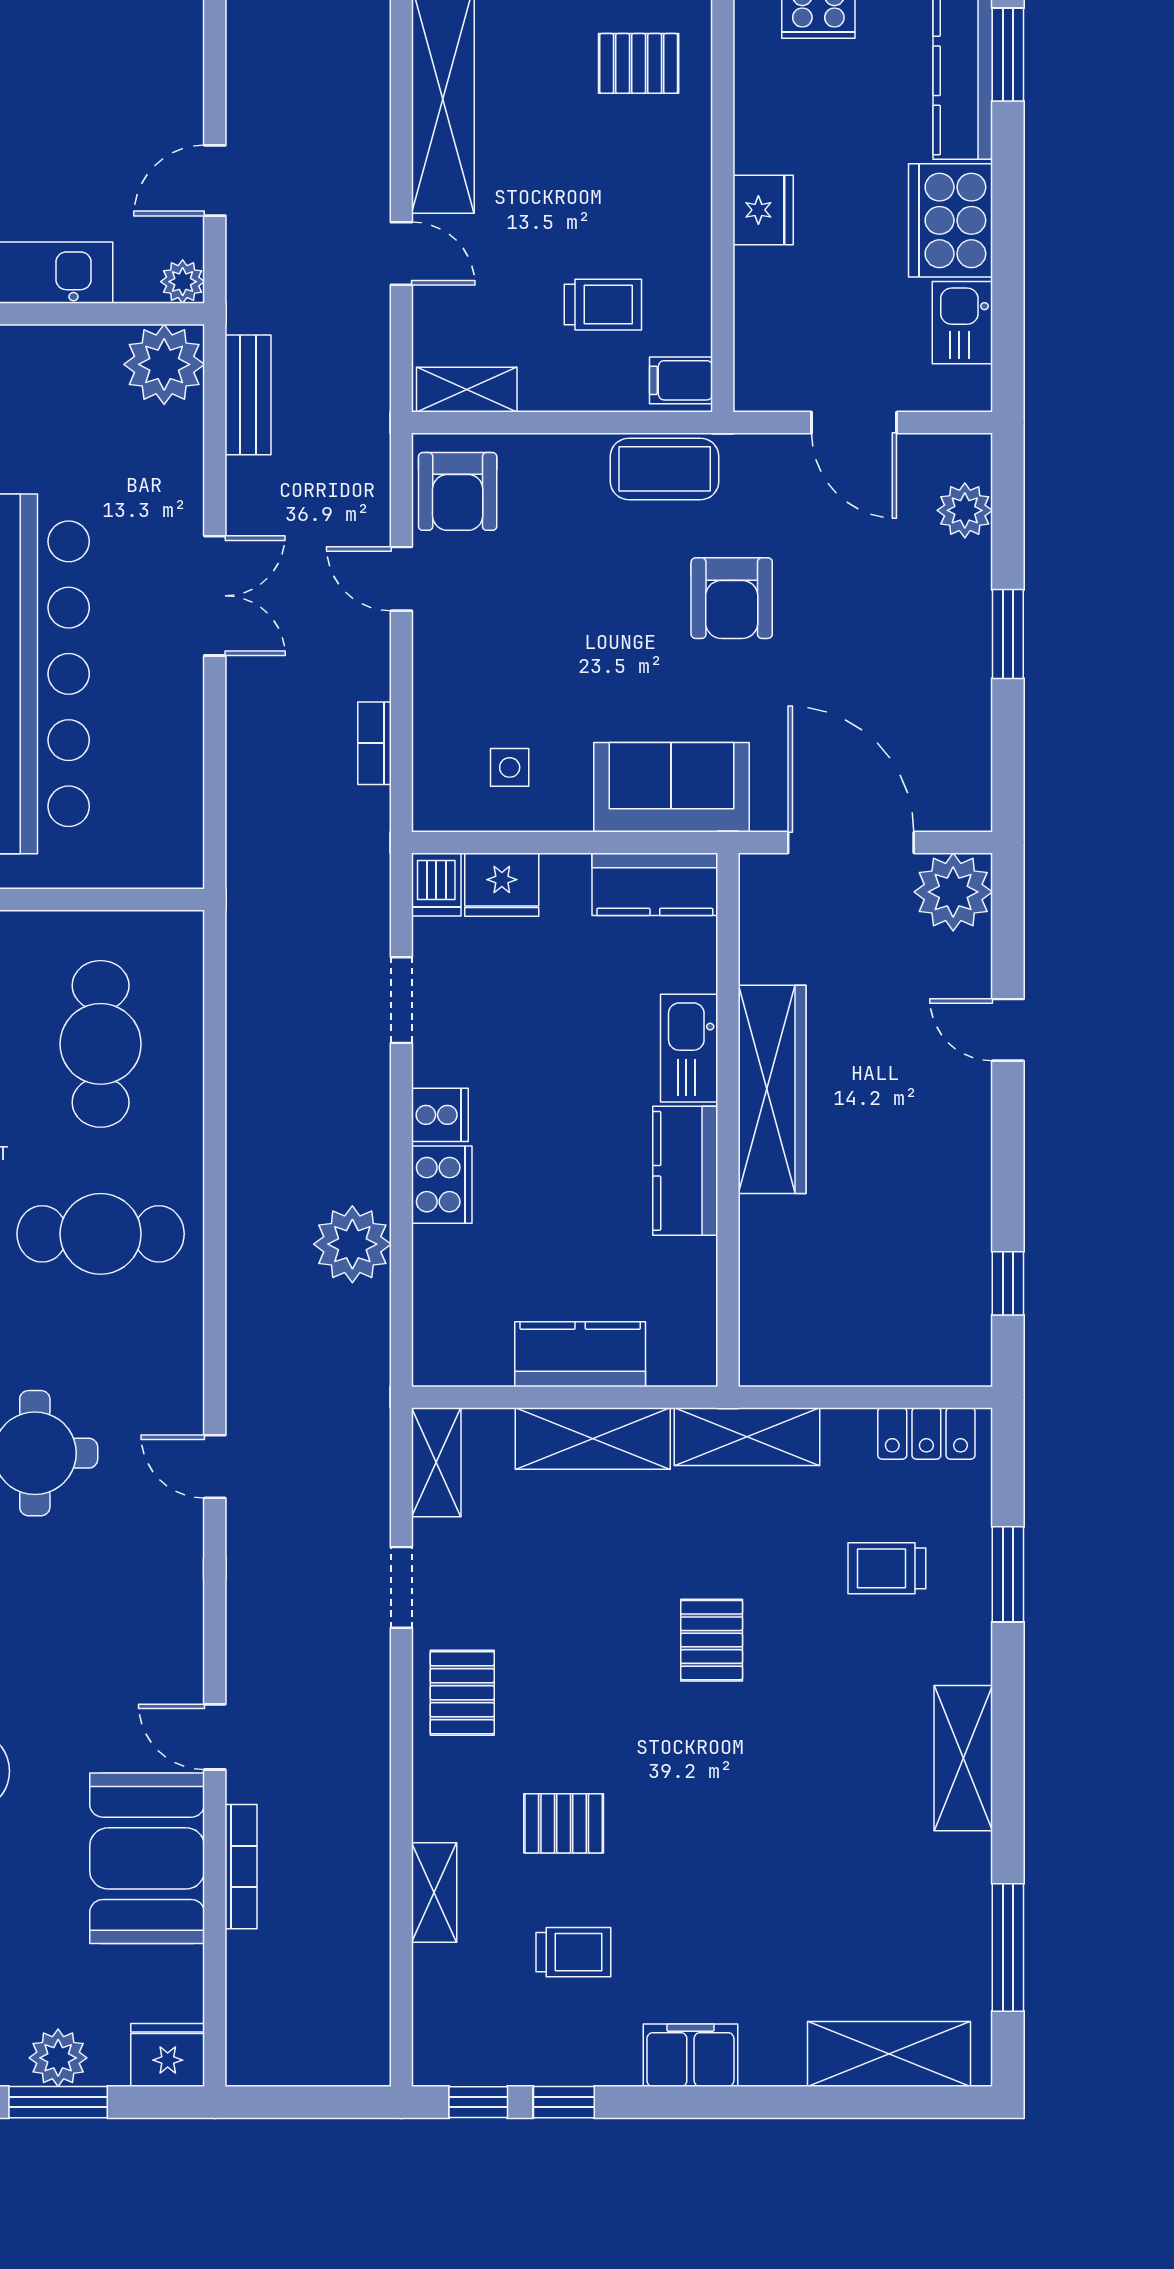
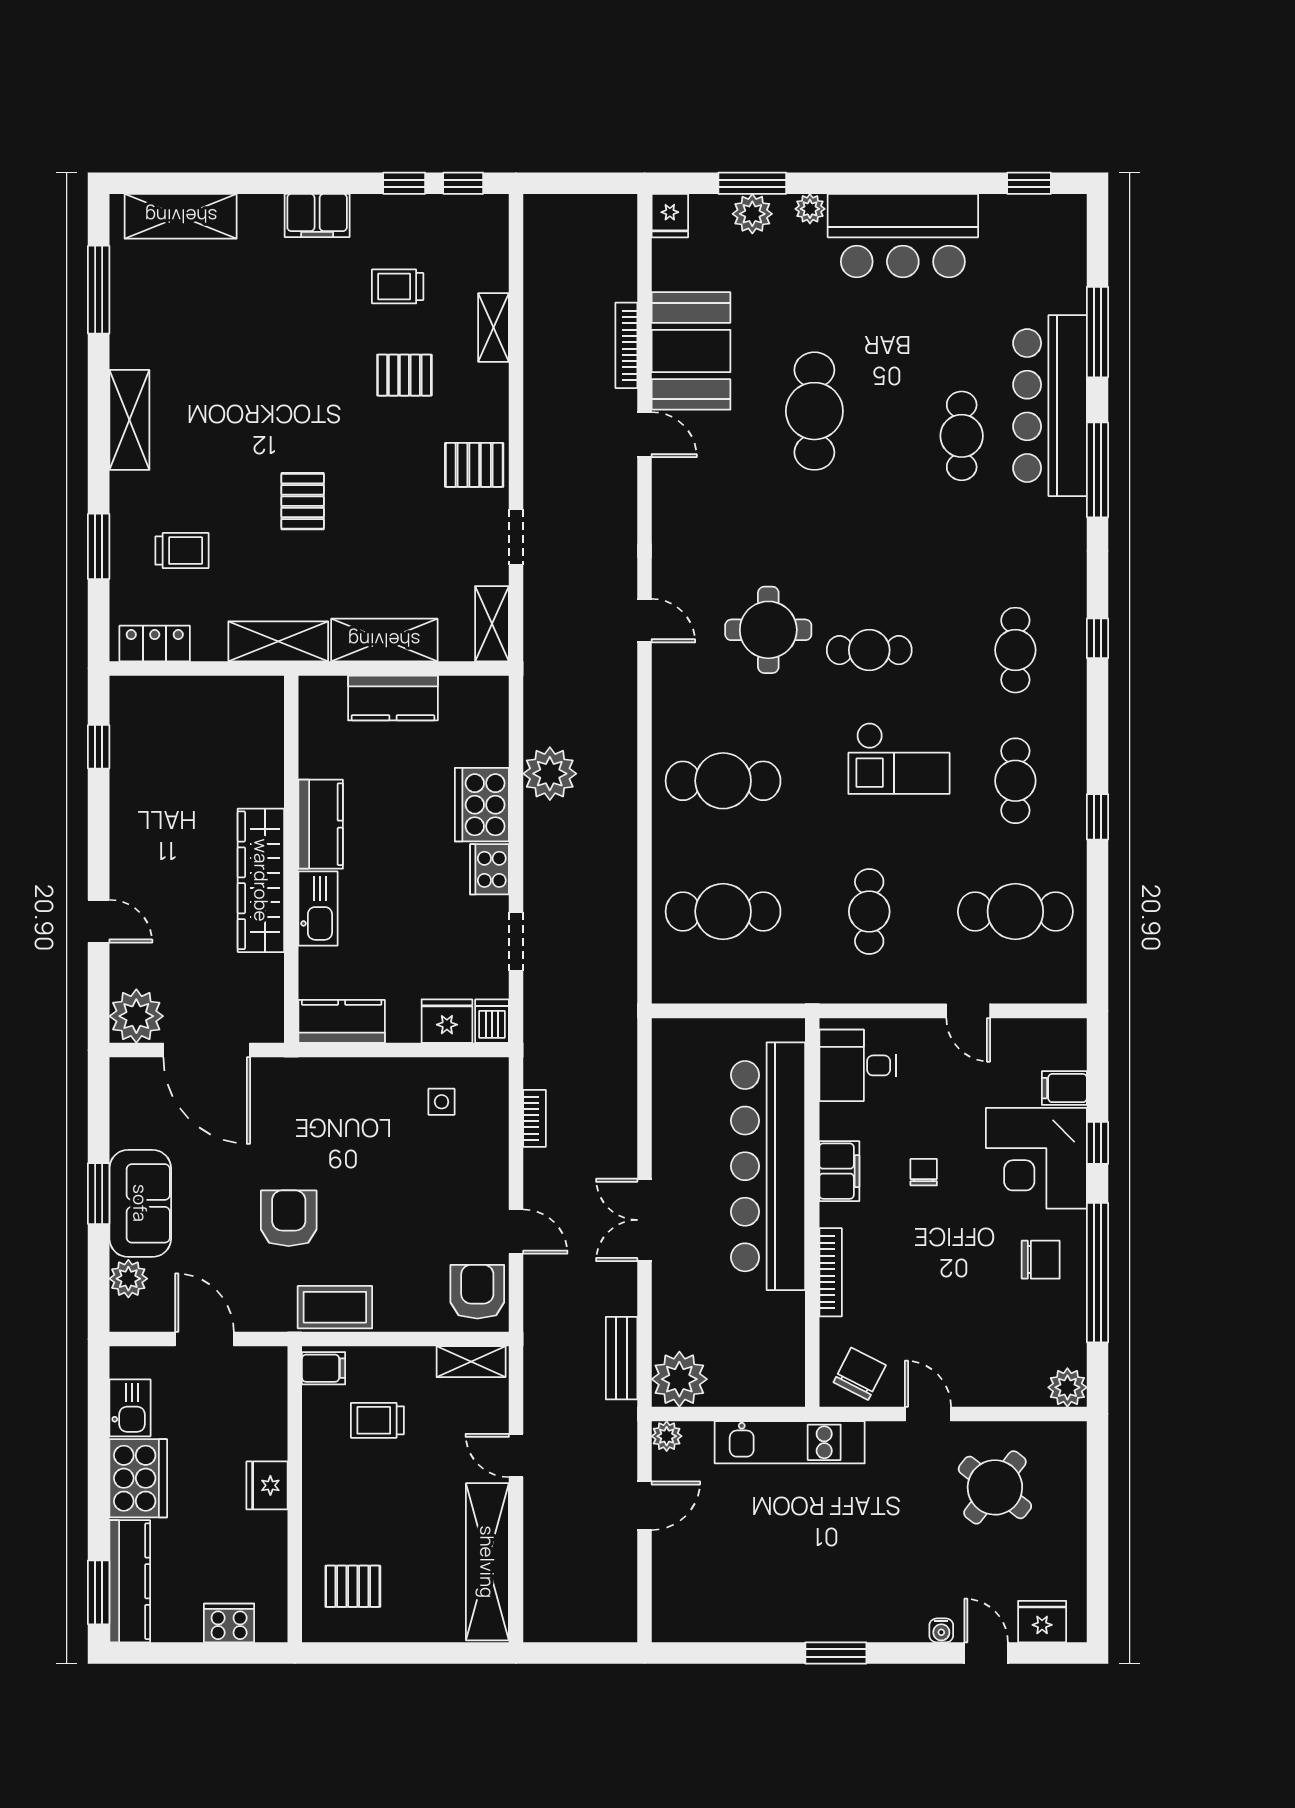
sofa: (671, 787) -> (140, 1203), moved, turned -90
cafe table: (101, 1044) -> (723, 911), turned 90
cooker: (440, 1115) -> (489, 869), width x1.36
cooker: (442, 1185) -> (482, 805), width x1.37, depth x1.31
pallet: (462, 1693) -> (474, 465), turned 90
fridge: (168, 2055) -> (670, 216), width x0.72

